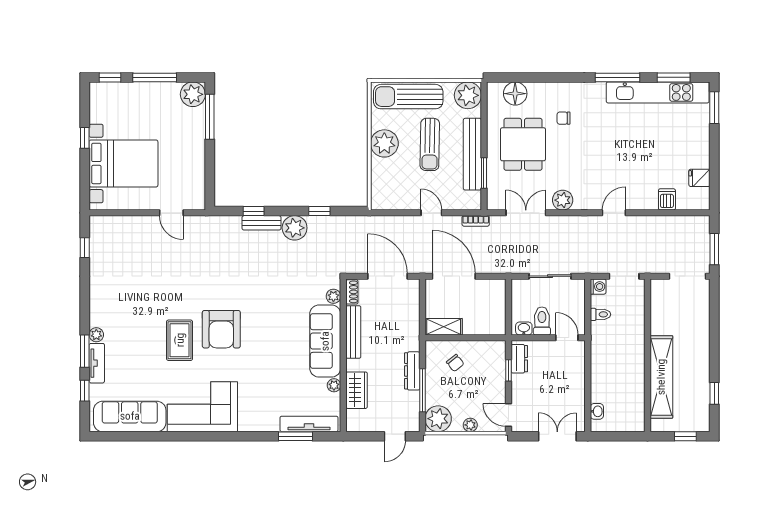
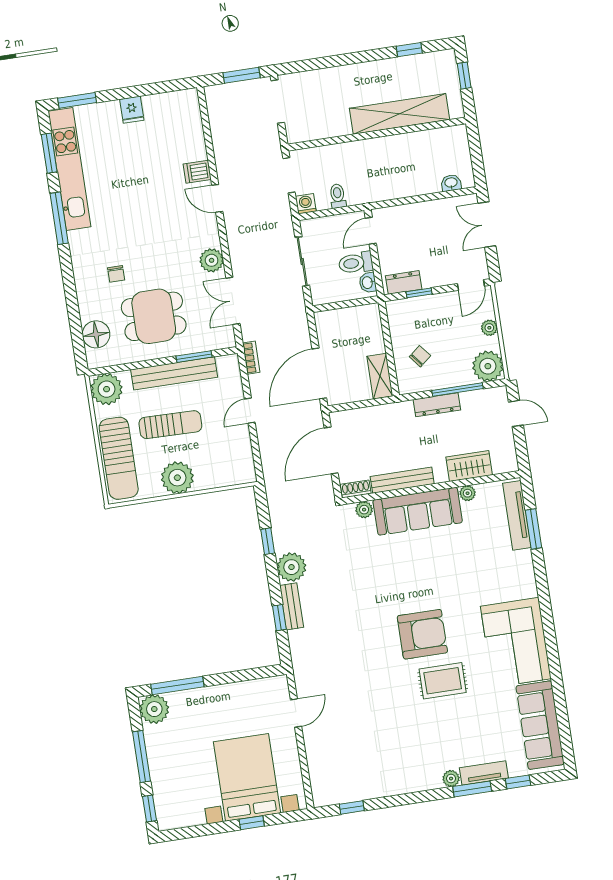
window: (85, 138) -> (252, 823), moved
fridge: (699, 178) -> (132, 110), moved
dishwasher: (667, 199) -> (197, 172), moved

